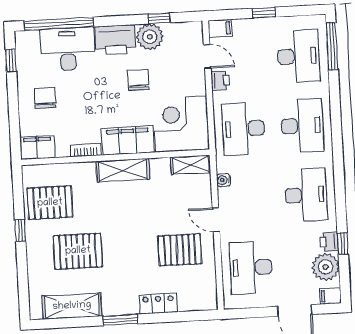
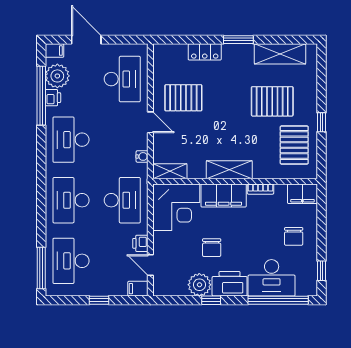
window: (159, 18) -> (211, 300), moved
pallet: (50, 203) -> (294, 145), turned 90
window: (343, 243) -> (41, 96), width x3.17

